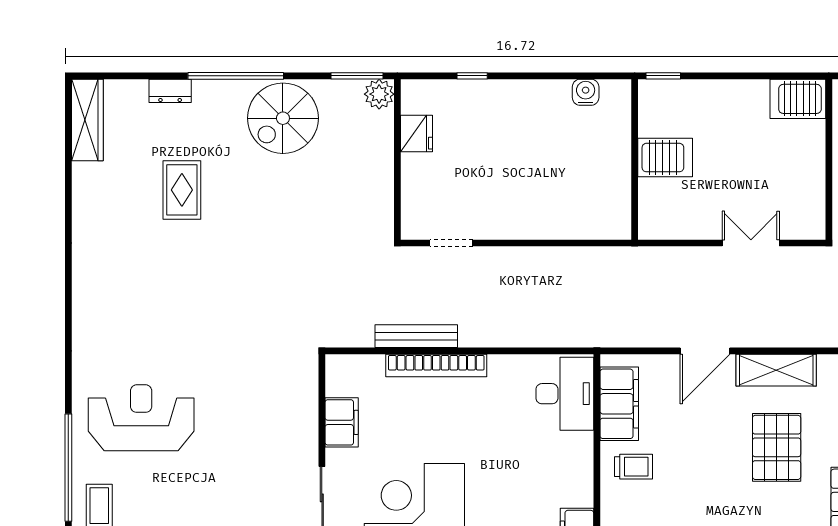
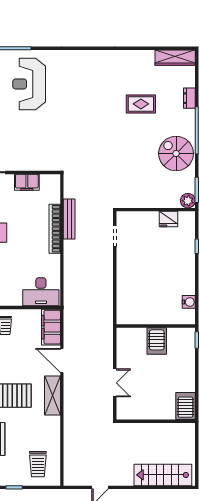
filing cabinet: (619, 404) -> (51, 327), moved, turned 90
reception desk: (141, 418) -> (29, 84), turned 180

